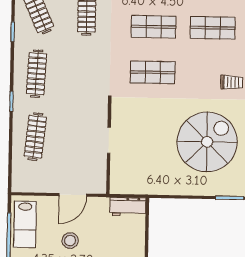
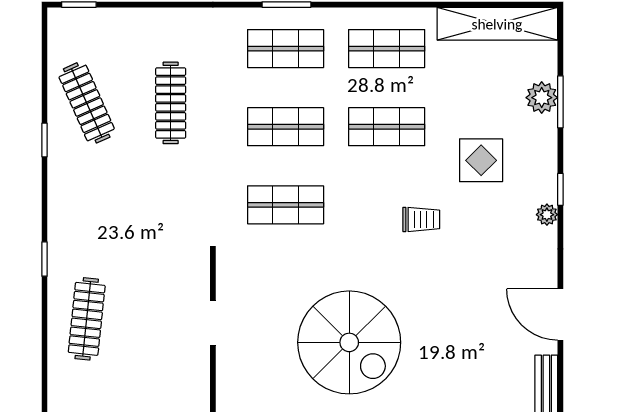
clothes rail: (37, 74) -> (87, 211), removed
spiral stairs: (207, 142) -> (349, 342), moved, turned 90

